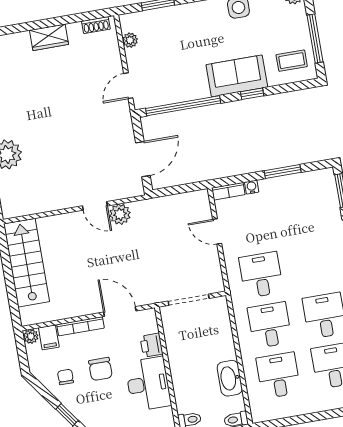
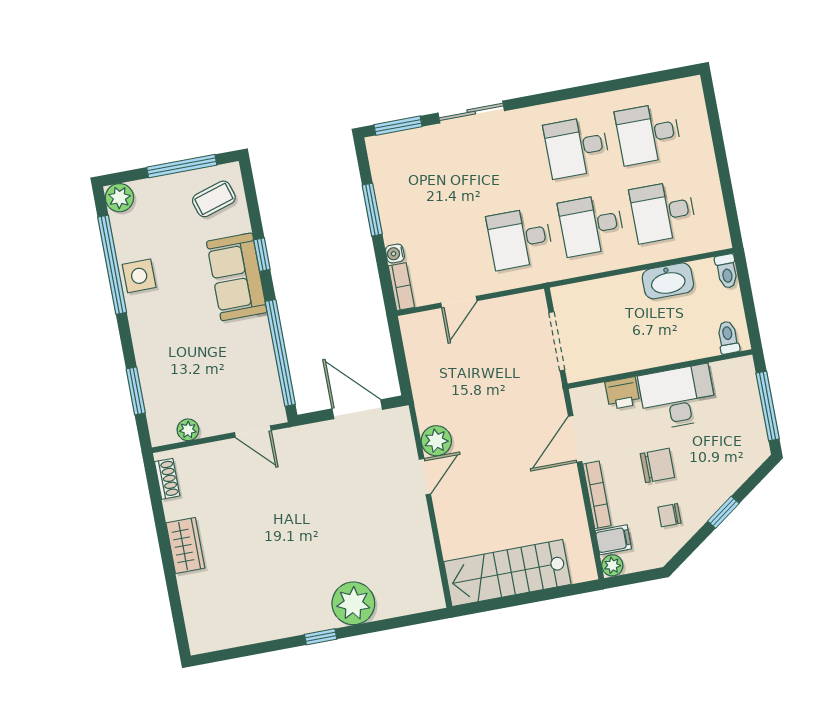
coffee table: (292, 61) -> (214, 199), turned 73

